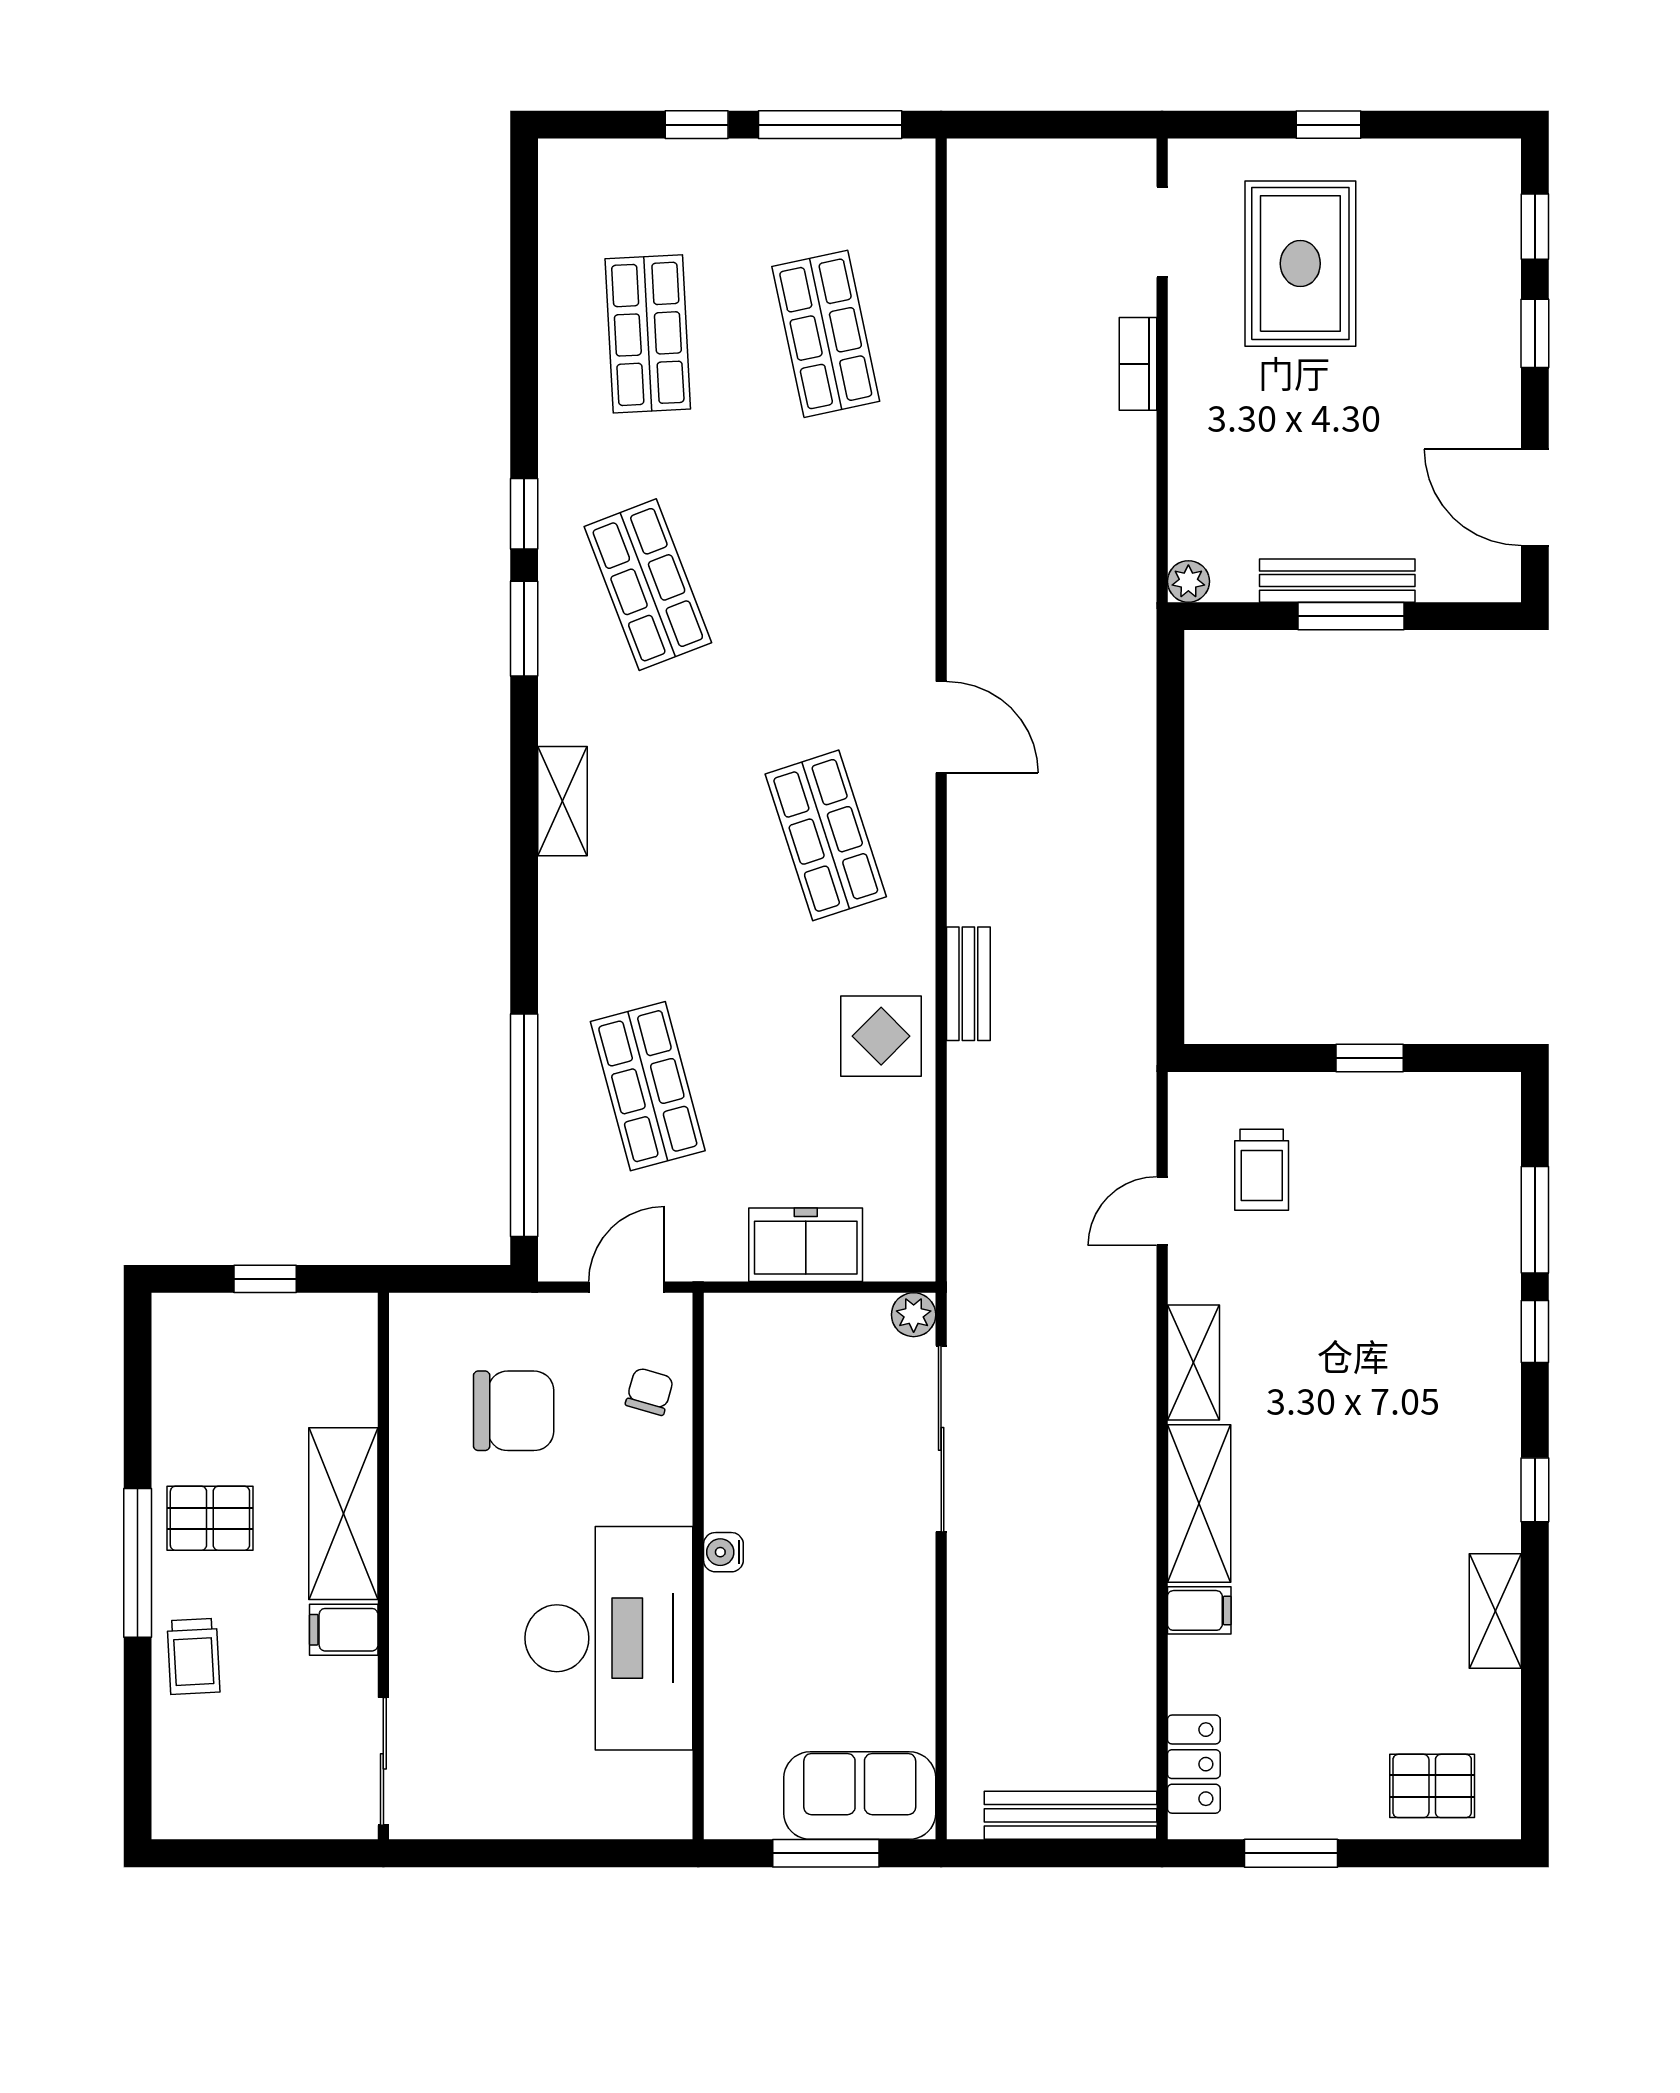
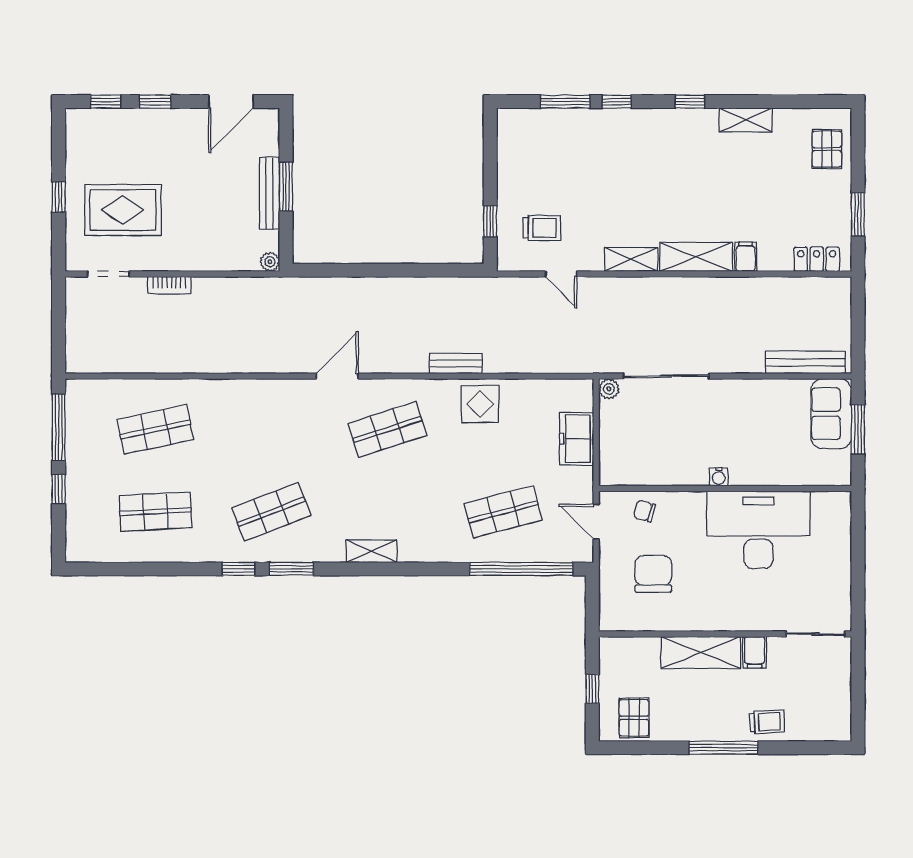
window: (1370, 1058) -> (490, 221), moved
pallet: (210, 1518) -> (634, 718), moved
bench: (1070, 1815) -> (805, 362), moved, turned 90

